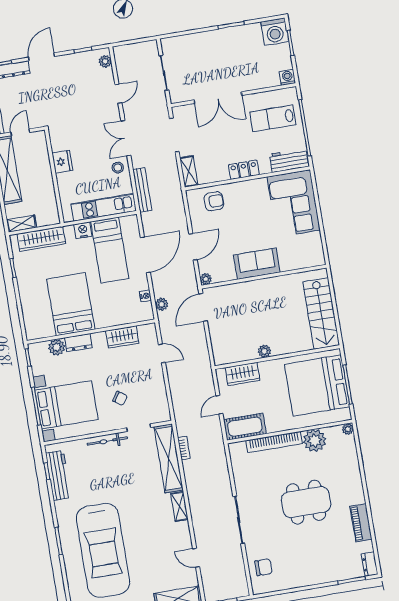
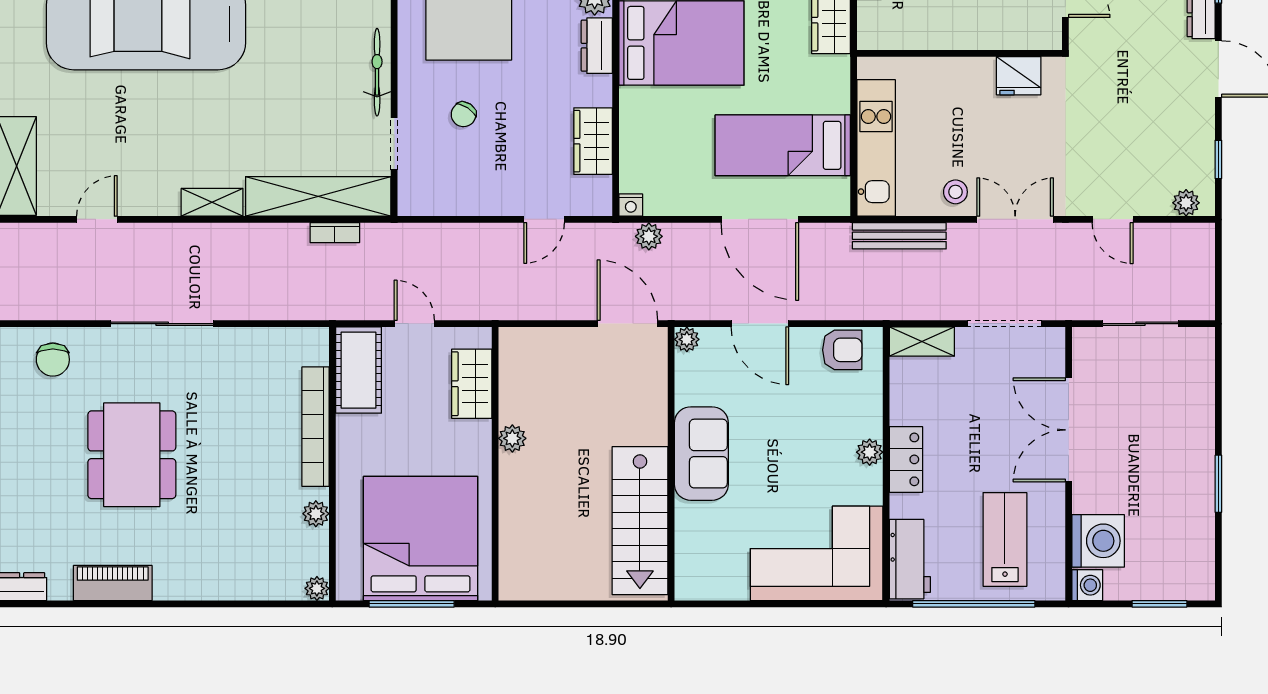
washing machine: (275, 32) -> (1098, 541), moved, turned 180
fridge: (62, 162) -> (1019, 76), moved
plant: (243, 187) -> (870, 452), added
armchair: (214, 201) -> (842, 350), moved, turned -90
nightstand: (83, 230) -> (834, 95), removed
nightstand: (145, 296) -> (631, 205), moved
stairs: (321, 314) -> (640, 521), moved, turned -90
plant: (315, 440) -> (316, 514), width x0.53, depth x0.53
dining table: (306, 502) -> (132, 455), moved

